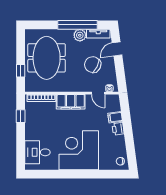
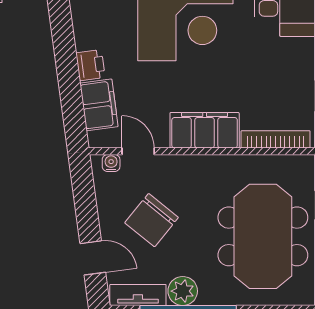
door: (117, 49) -> (93, 258), hinge flipped
chair: (93, 65) -> (152, 220), turned 103
filing cabinet: (115, 117) -> (99, 105), width x2.00

